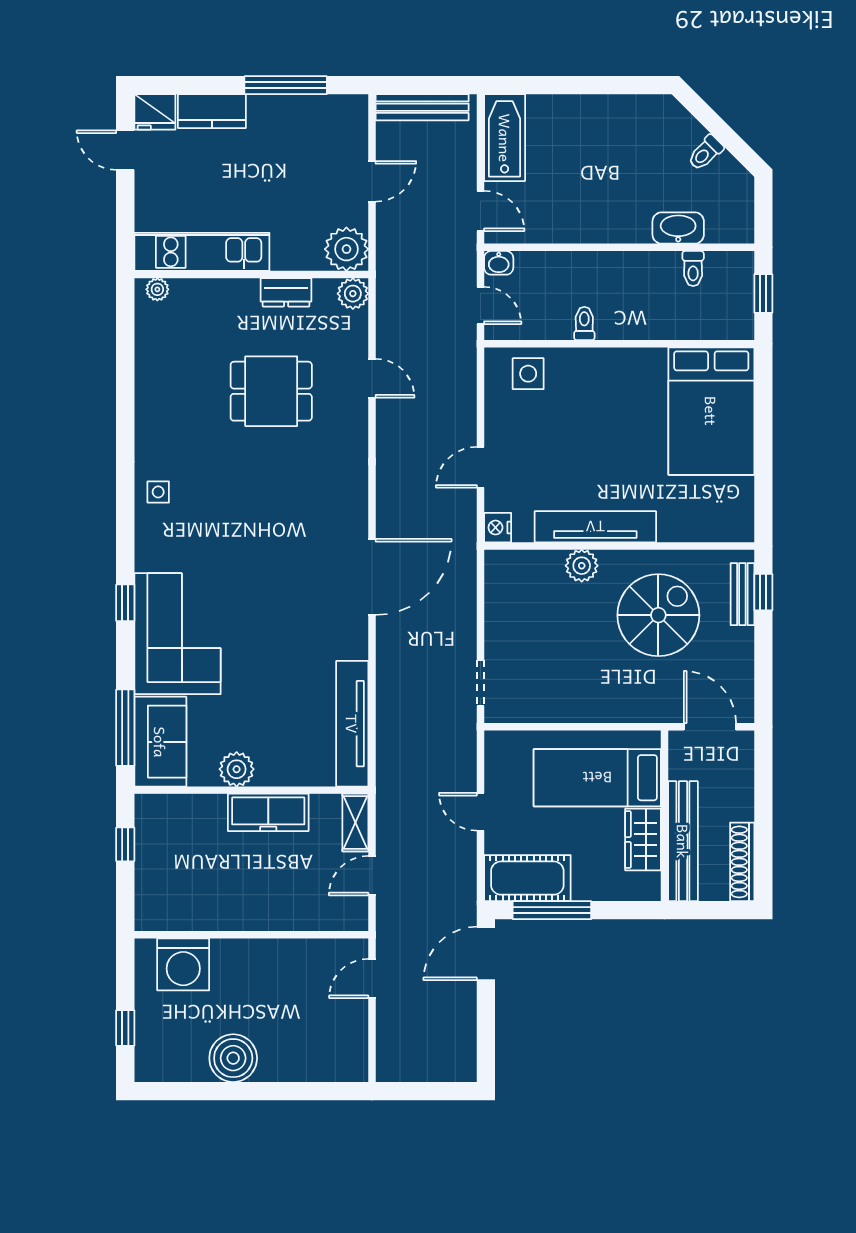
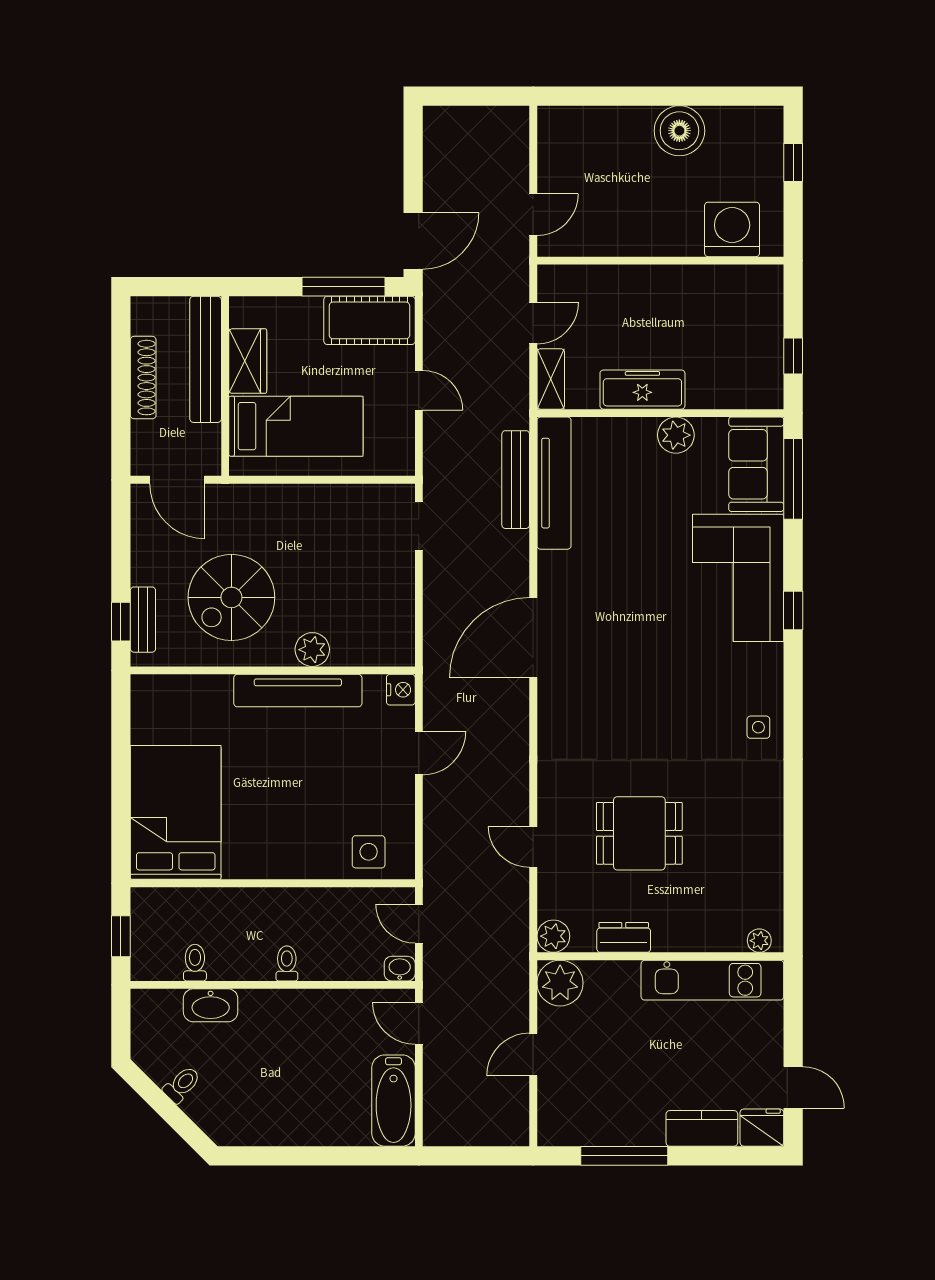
bench: (422, 107) -> (516, 480), moved, turned 90
toilet: (584, 324) -> (287, 963), moved, turned 180
shoe rack: (742, 862) -> (143, 378), moved

